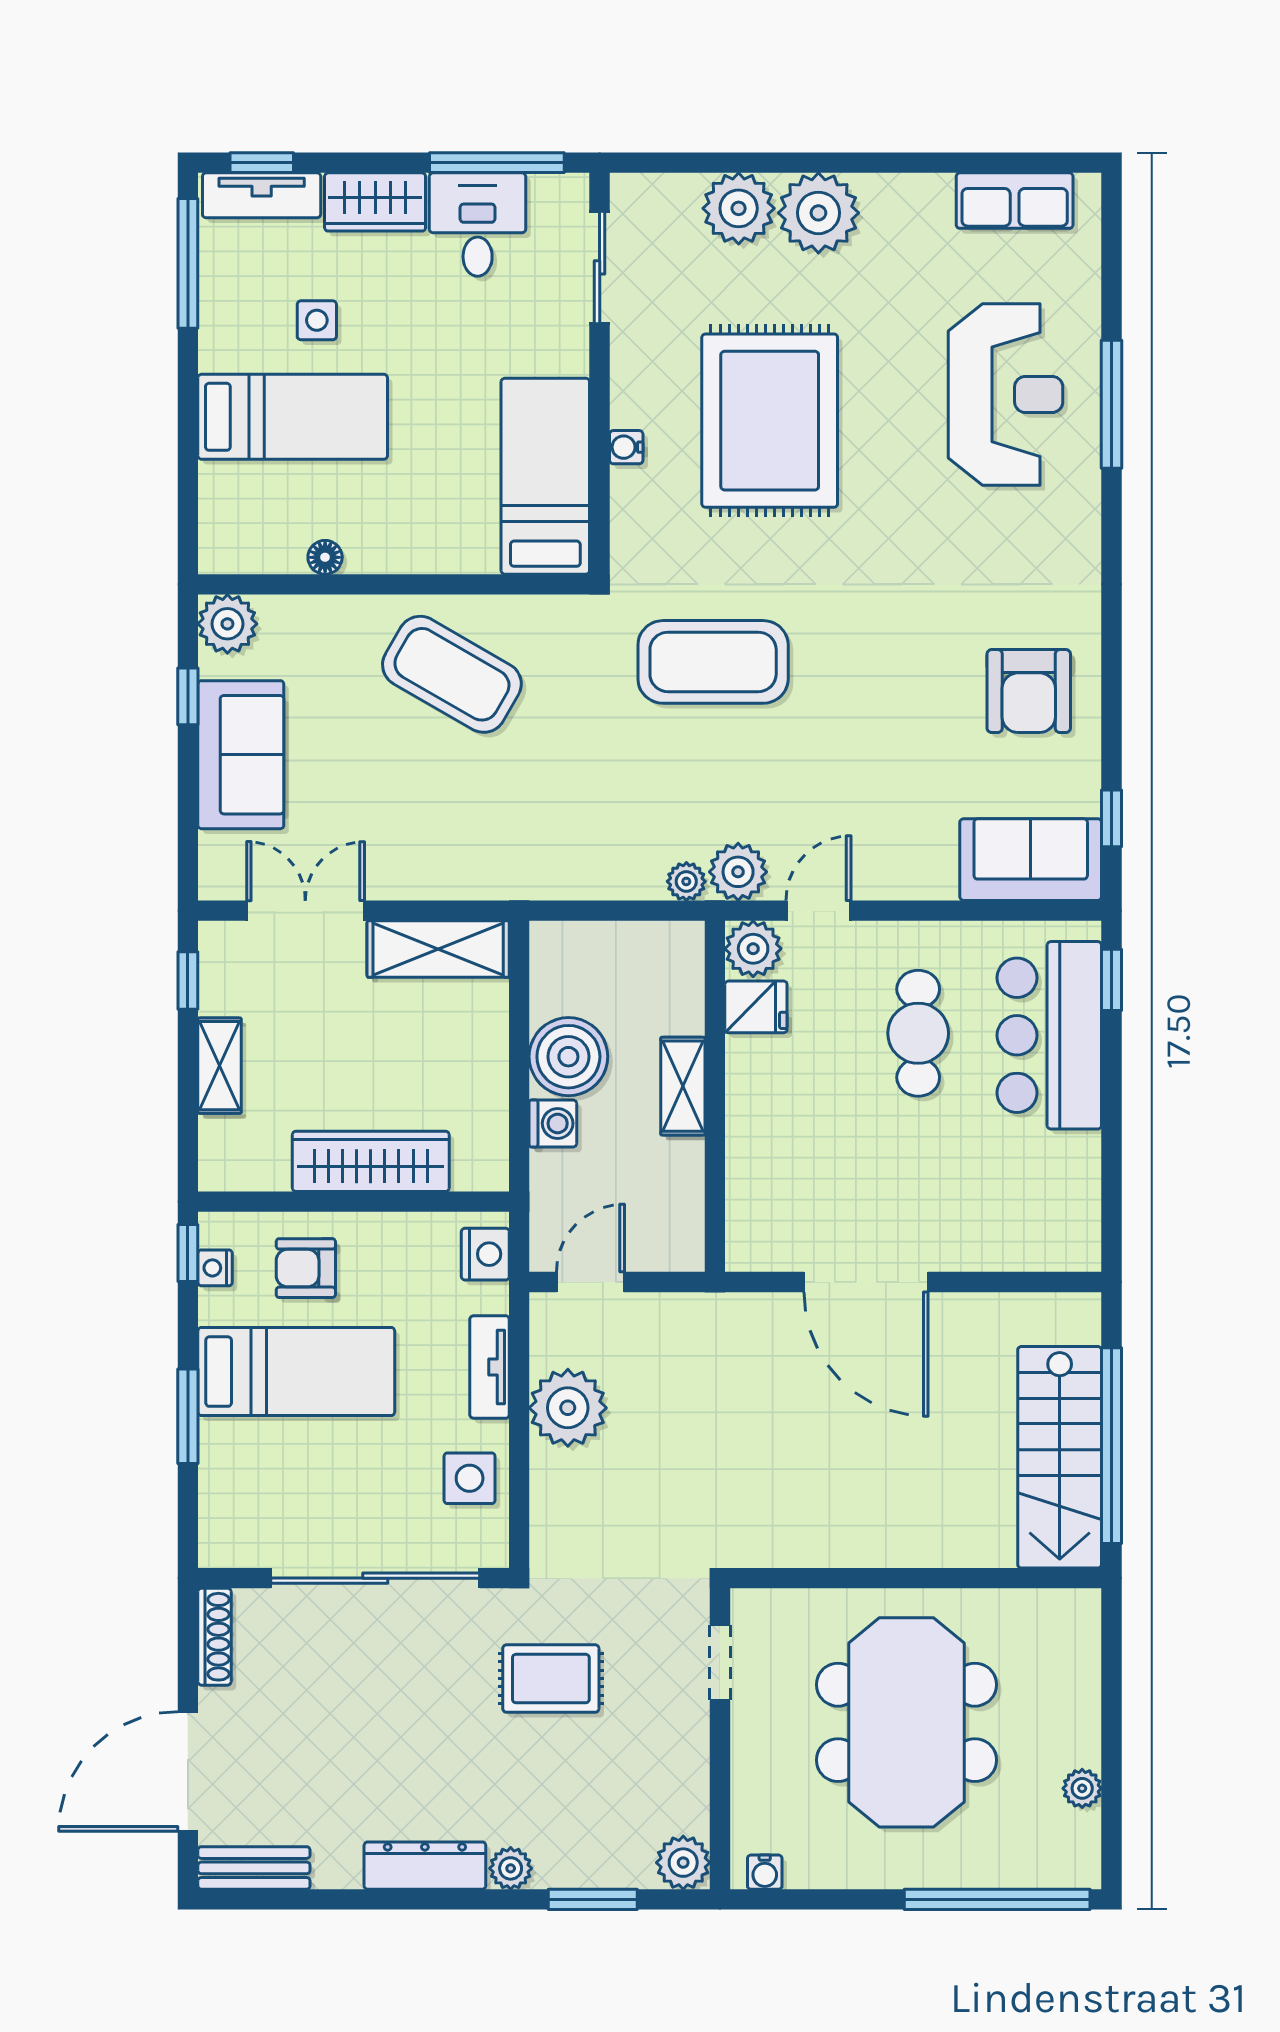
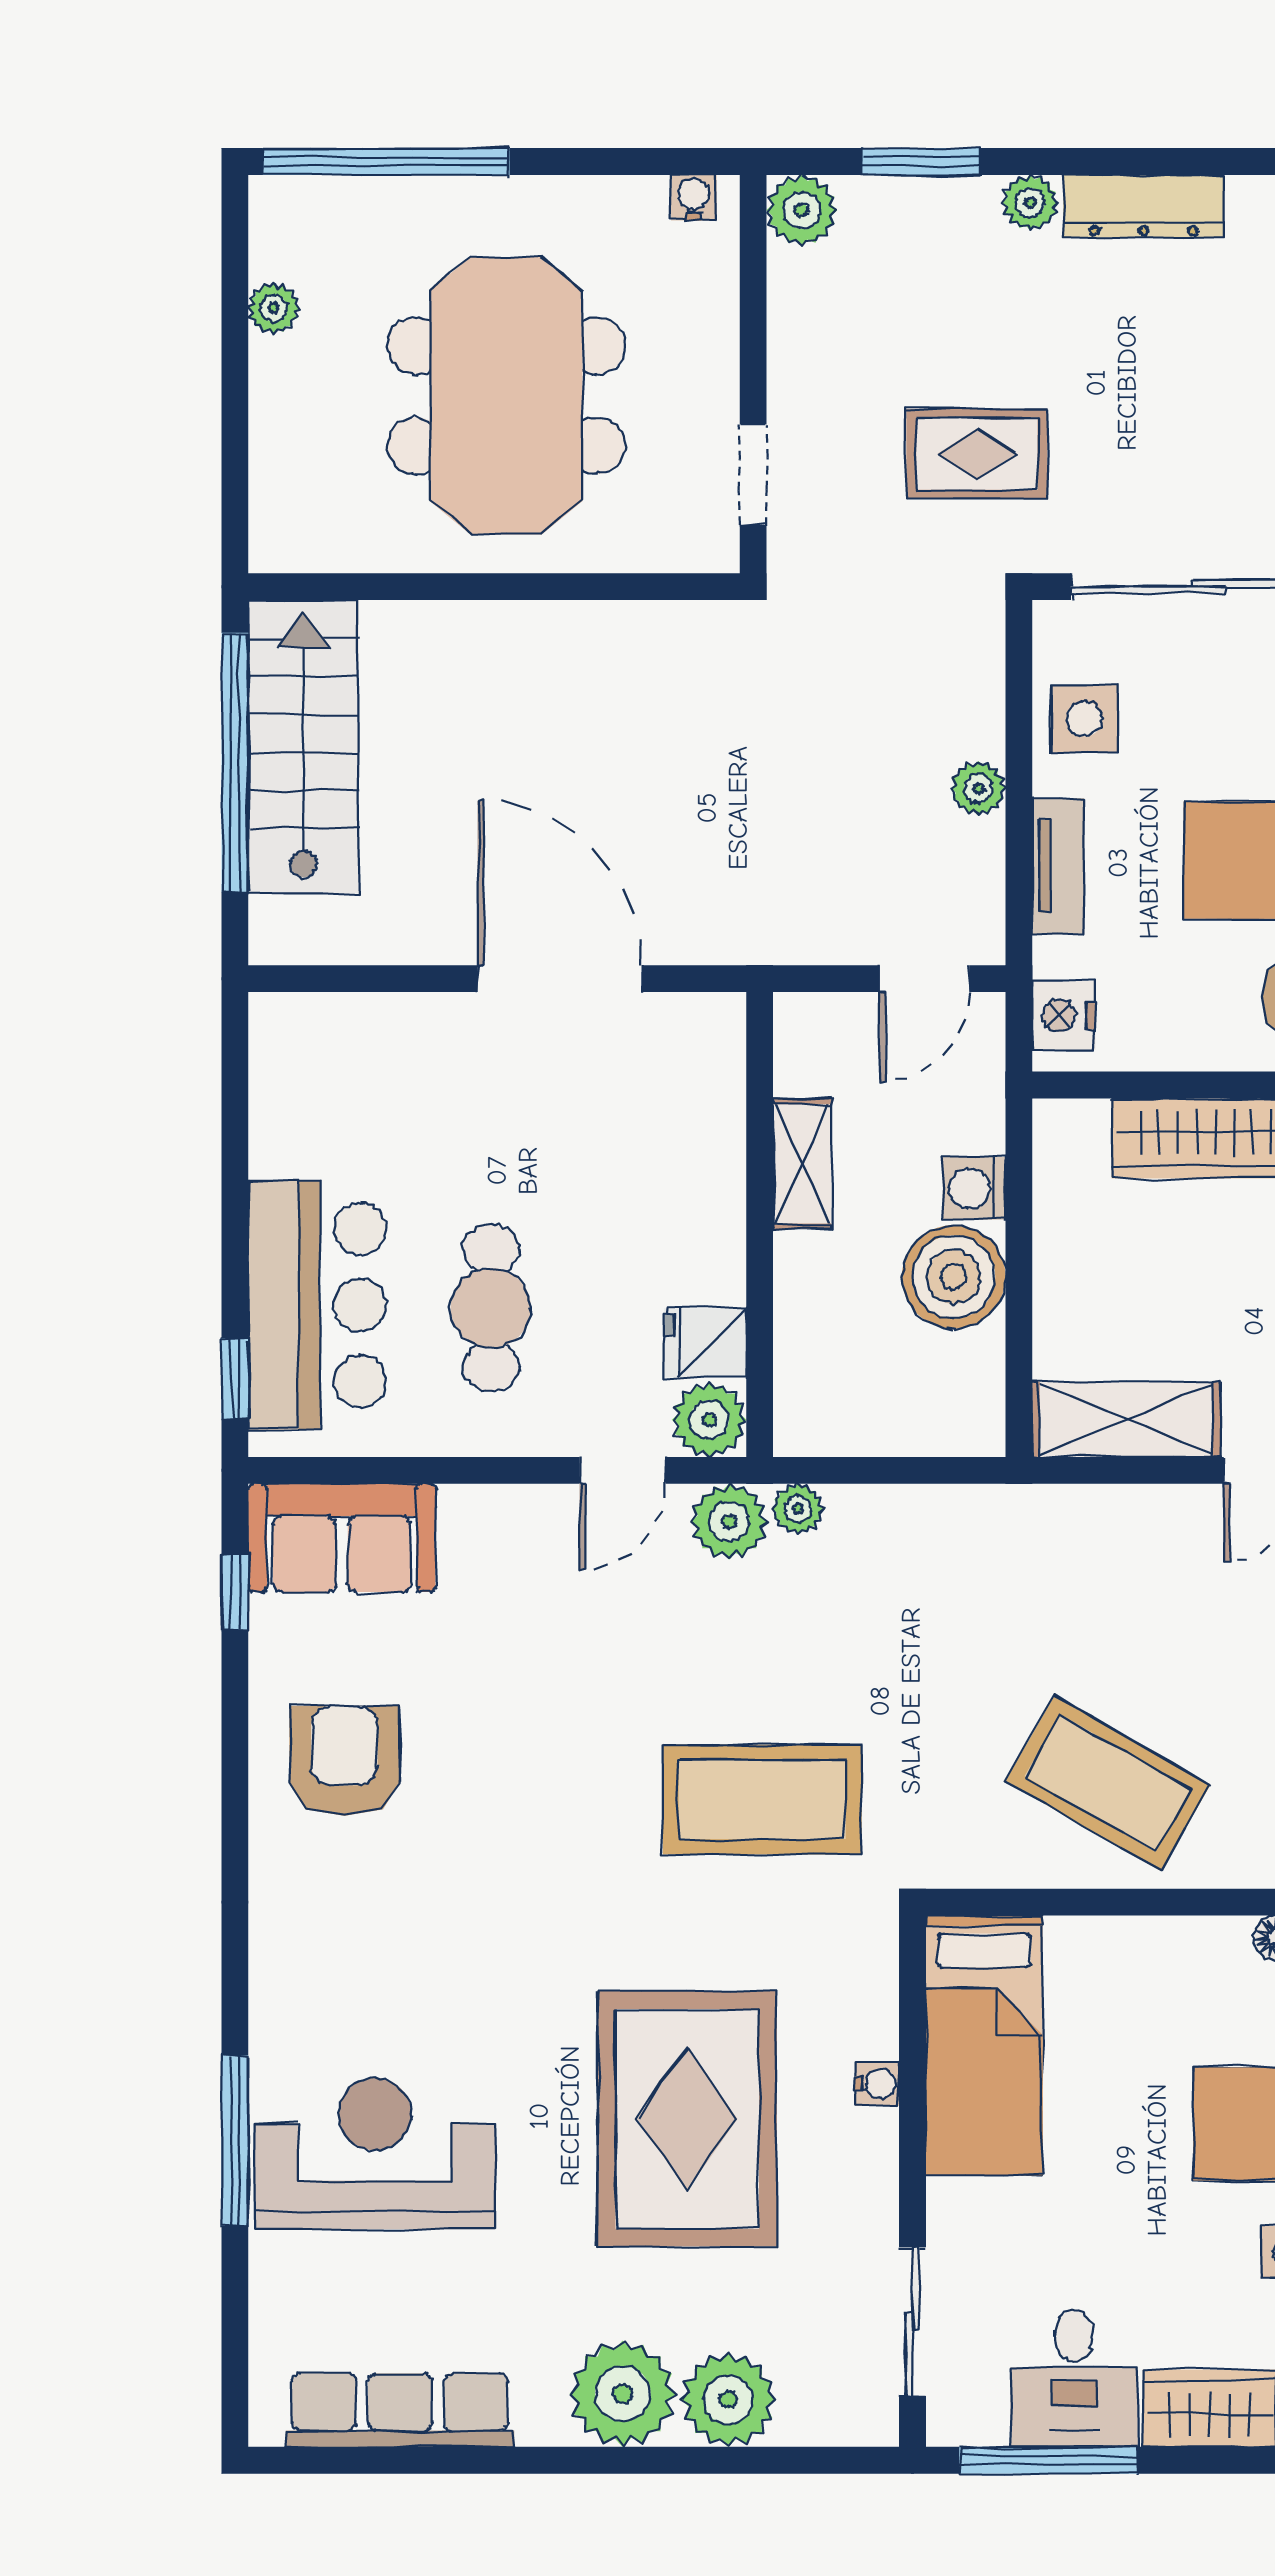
row of seats: (1015, 201) -> (400, 2410), width x1.48
reception desk: (1006, 394) -> (375, 2153), turned 90
shelving: (683, 1086) -> (802, 1164), moved
plant: (568, 1408) -> (978, 788), width x0.53, depth x0.53

